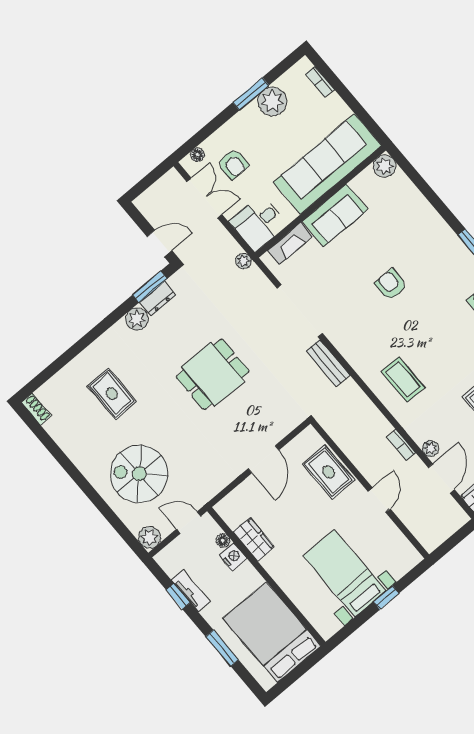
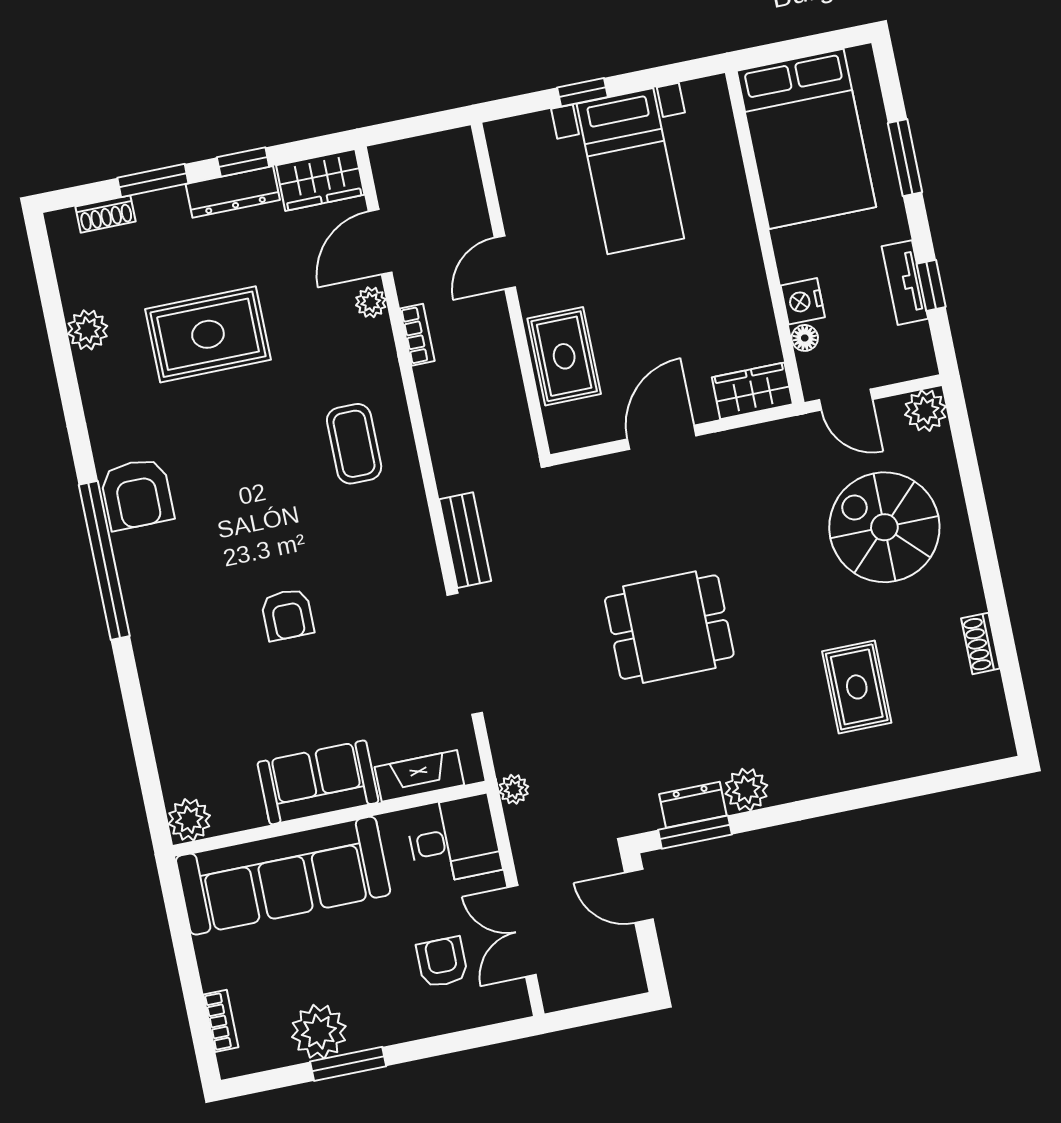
floor lamp: (197, 155) -> (494, 1011), removed
shoe rack: (36, 409) -> (980, 643), moved
spiral stairs: (139, 474) -> (884, 527), turned 180
wardrobe: (254, 539) -> (752, 391), moved, turned 90

